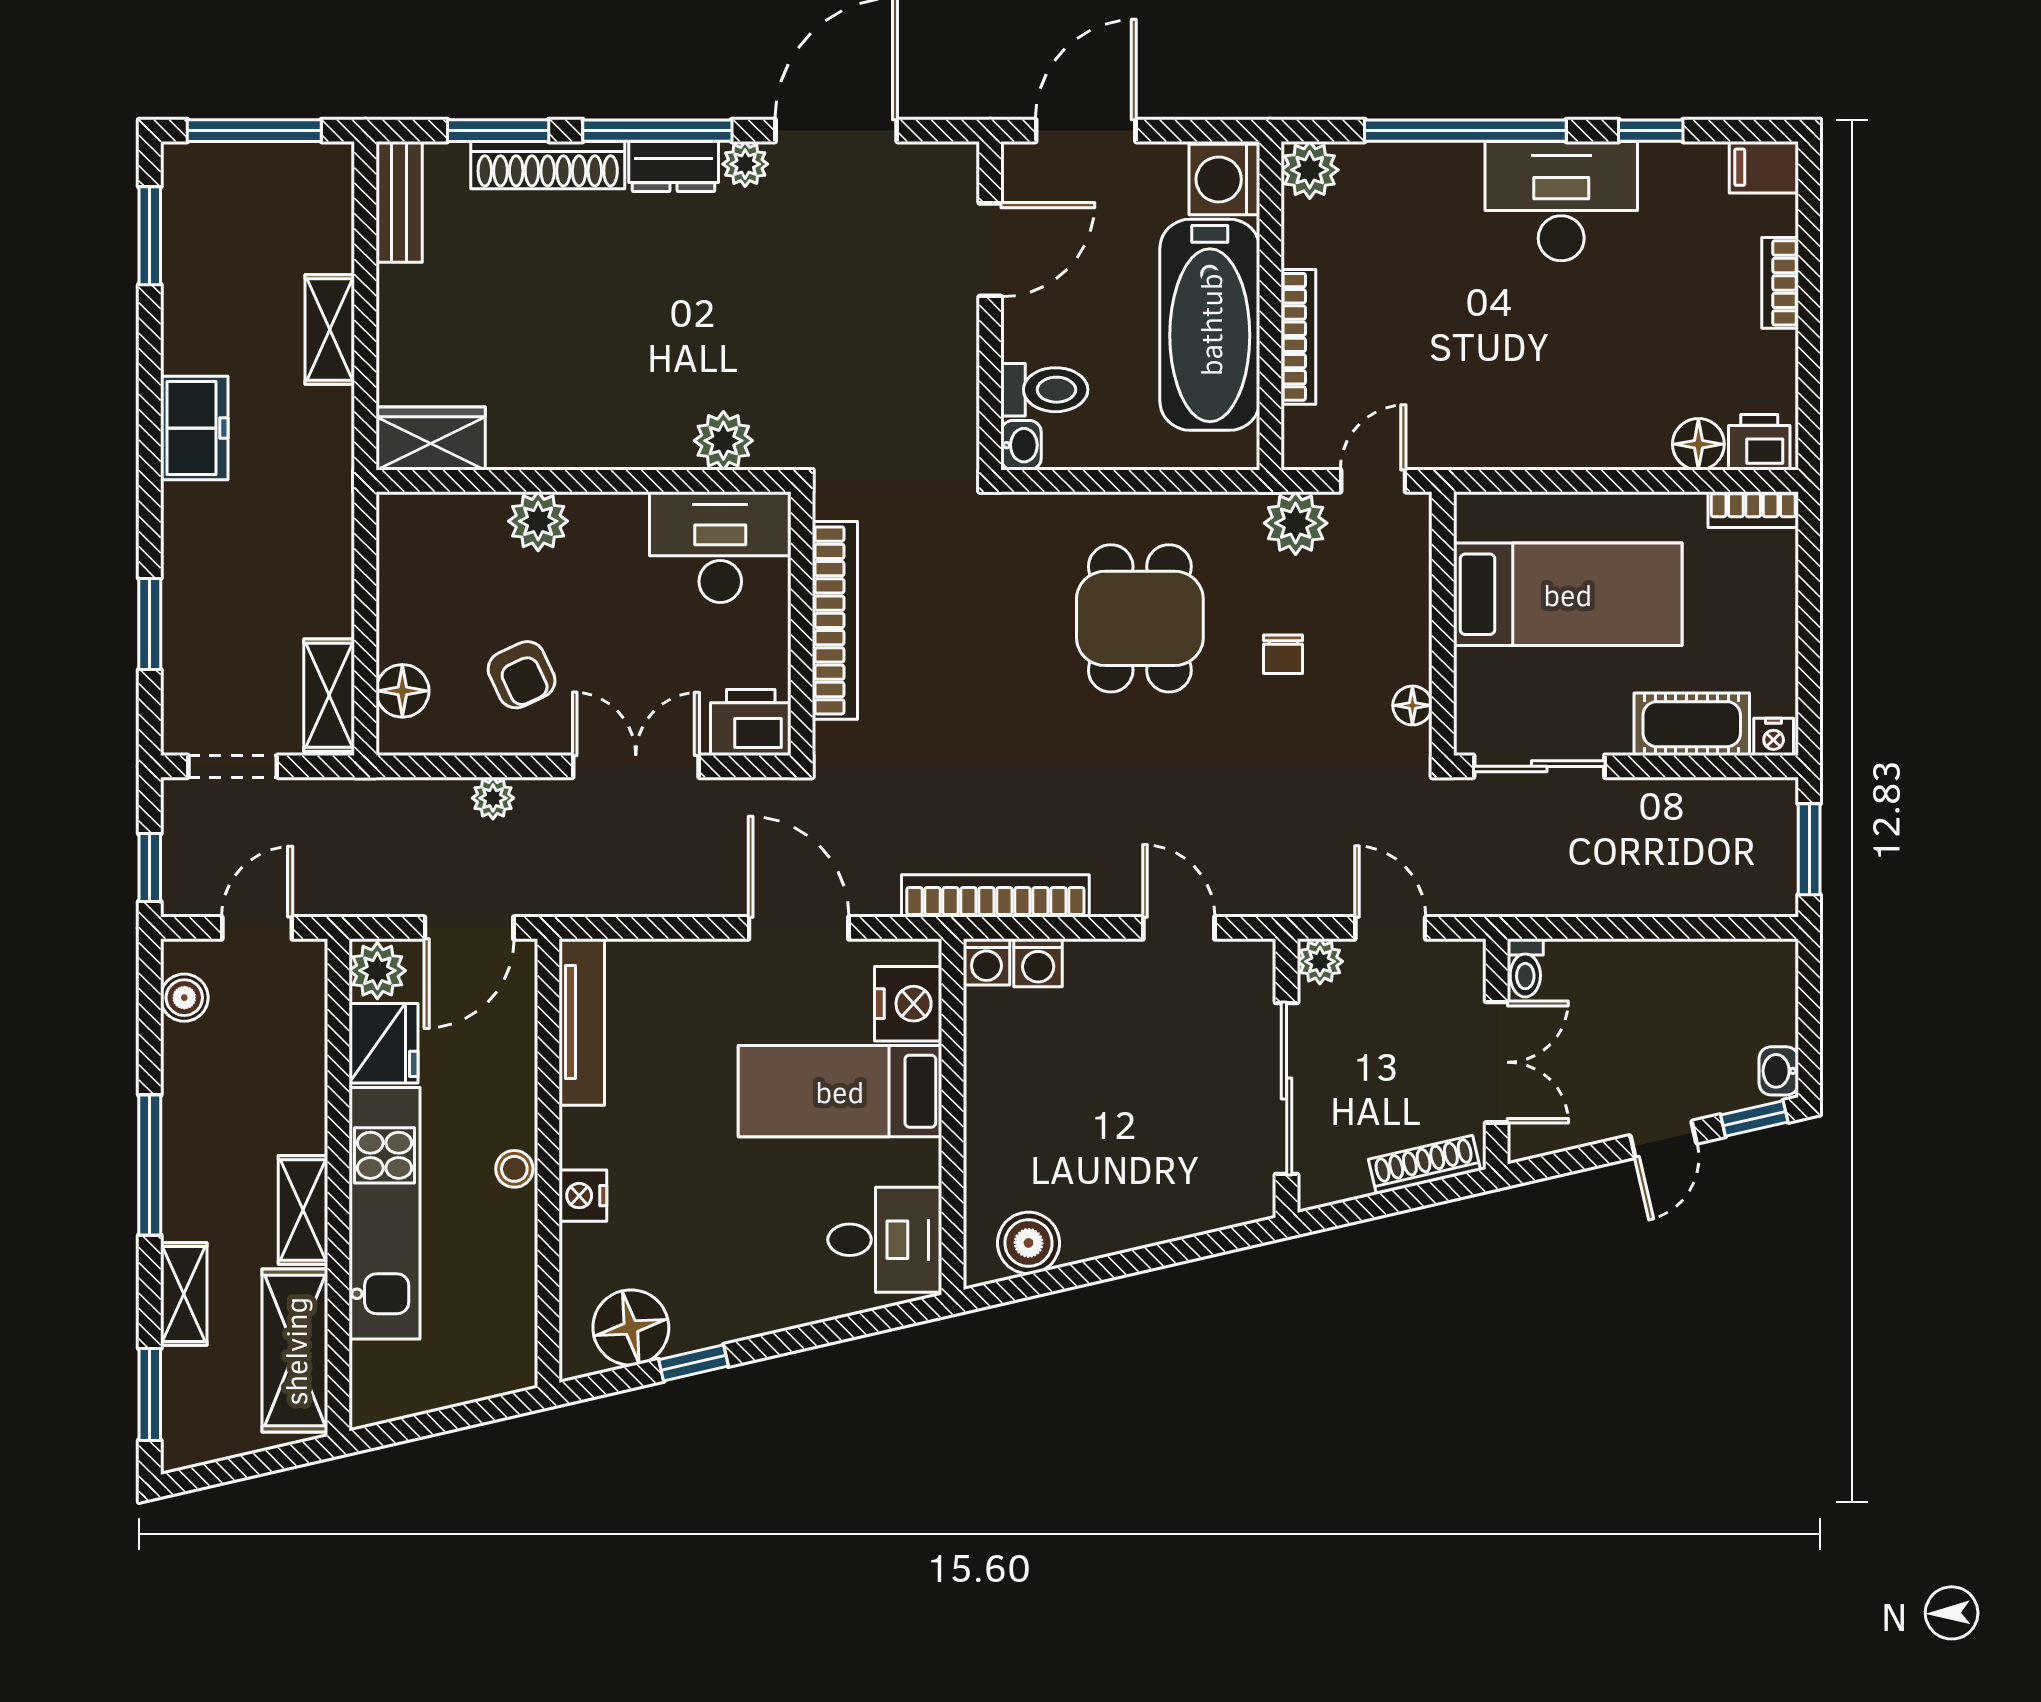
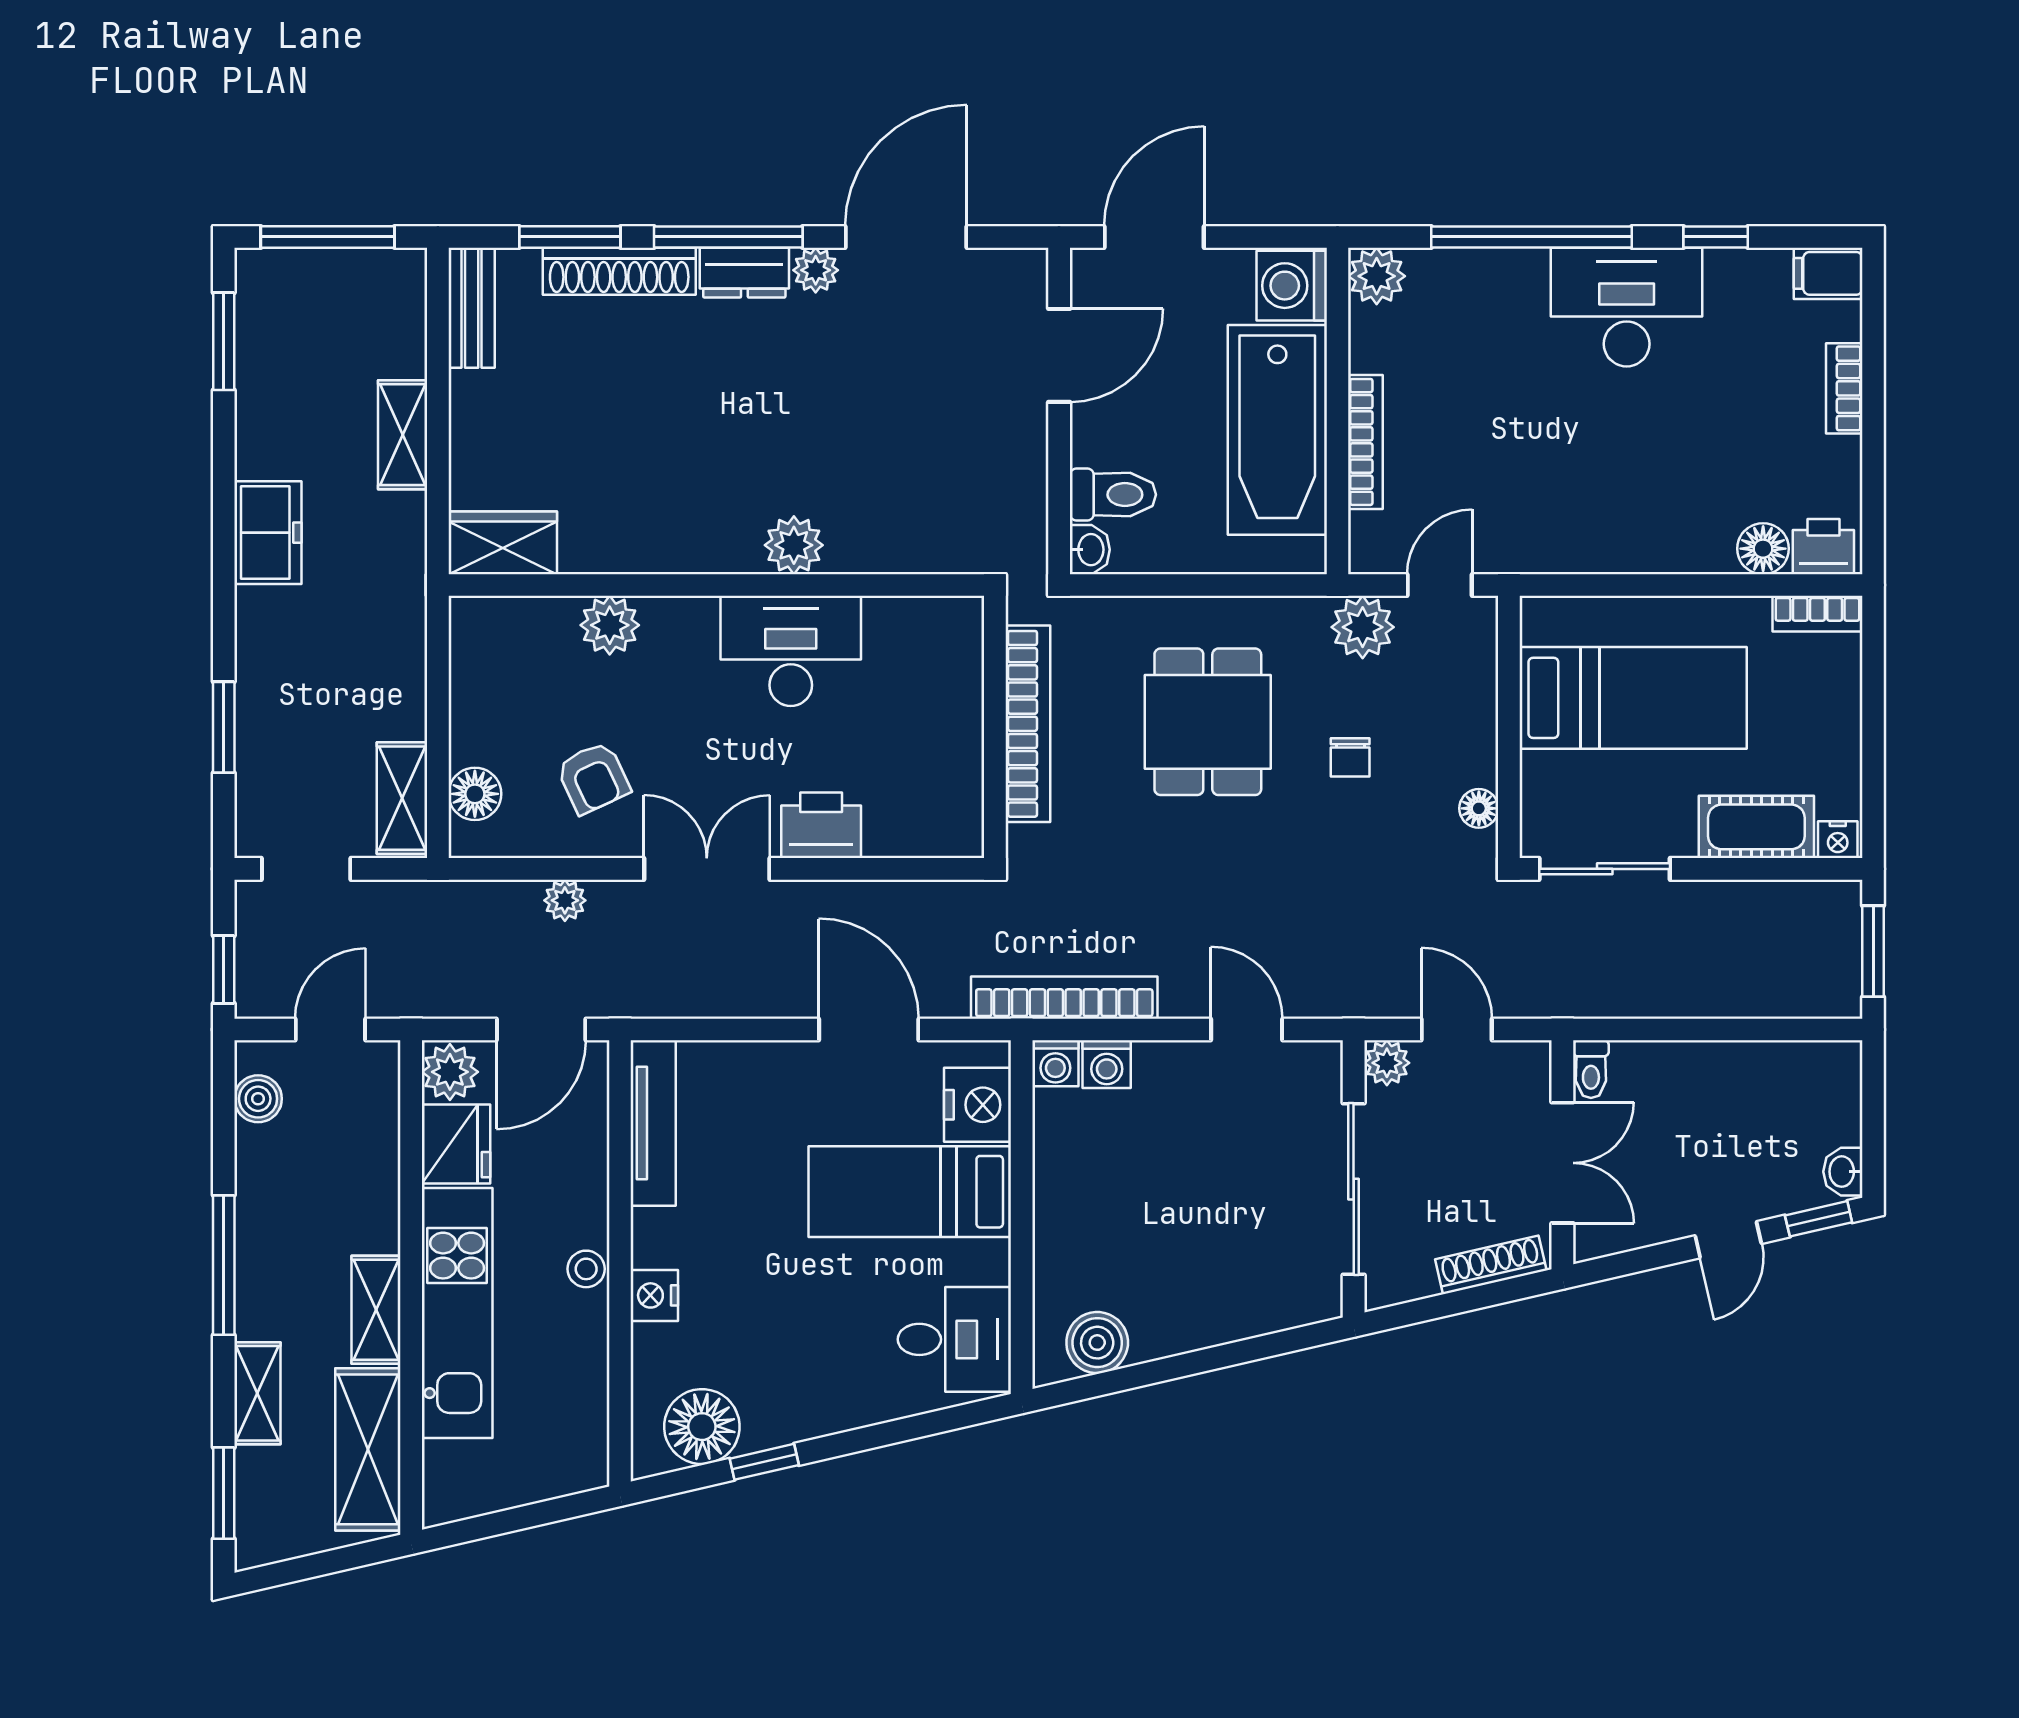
bookcase: (835, 620) -> (1028, 724), moved
wall: (802, 624) -> (995, 727), moved

